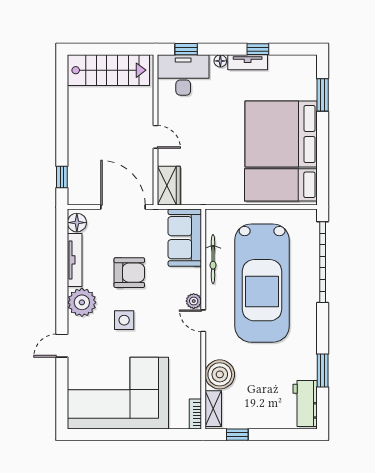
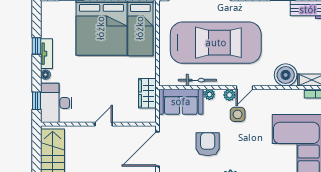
wardrobe: (169, 186) -> (147, 93), moved, turned -90
plant: (194, 275) -> (209, 94), added
side table: (124, 320) -> (238, 114), moved

